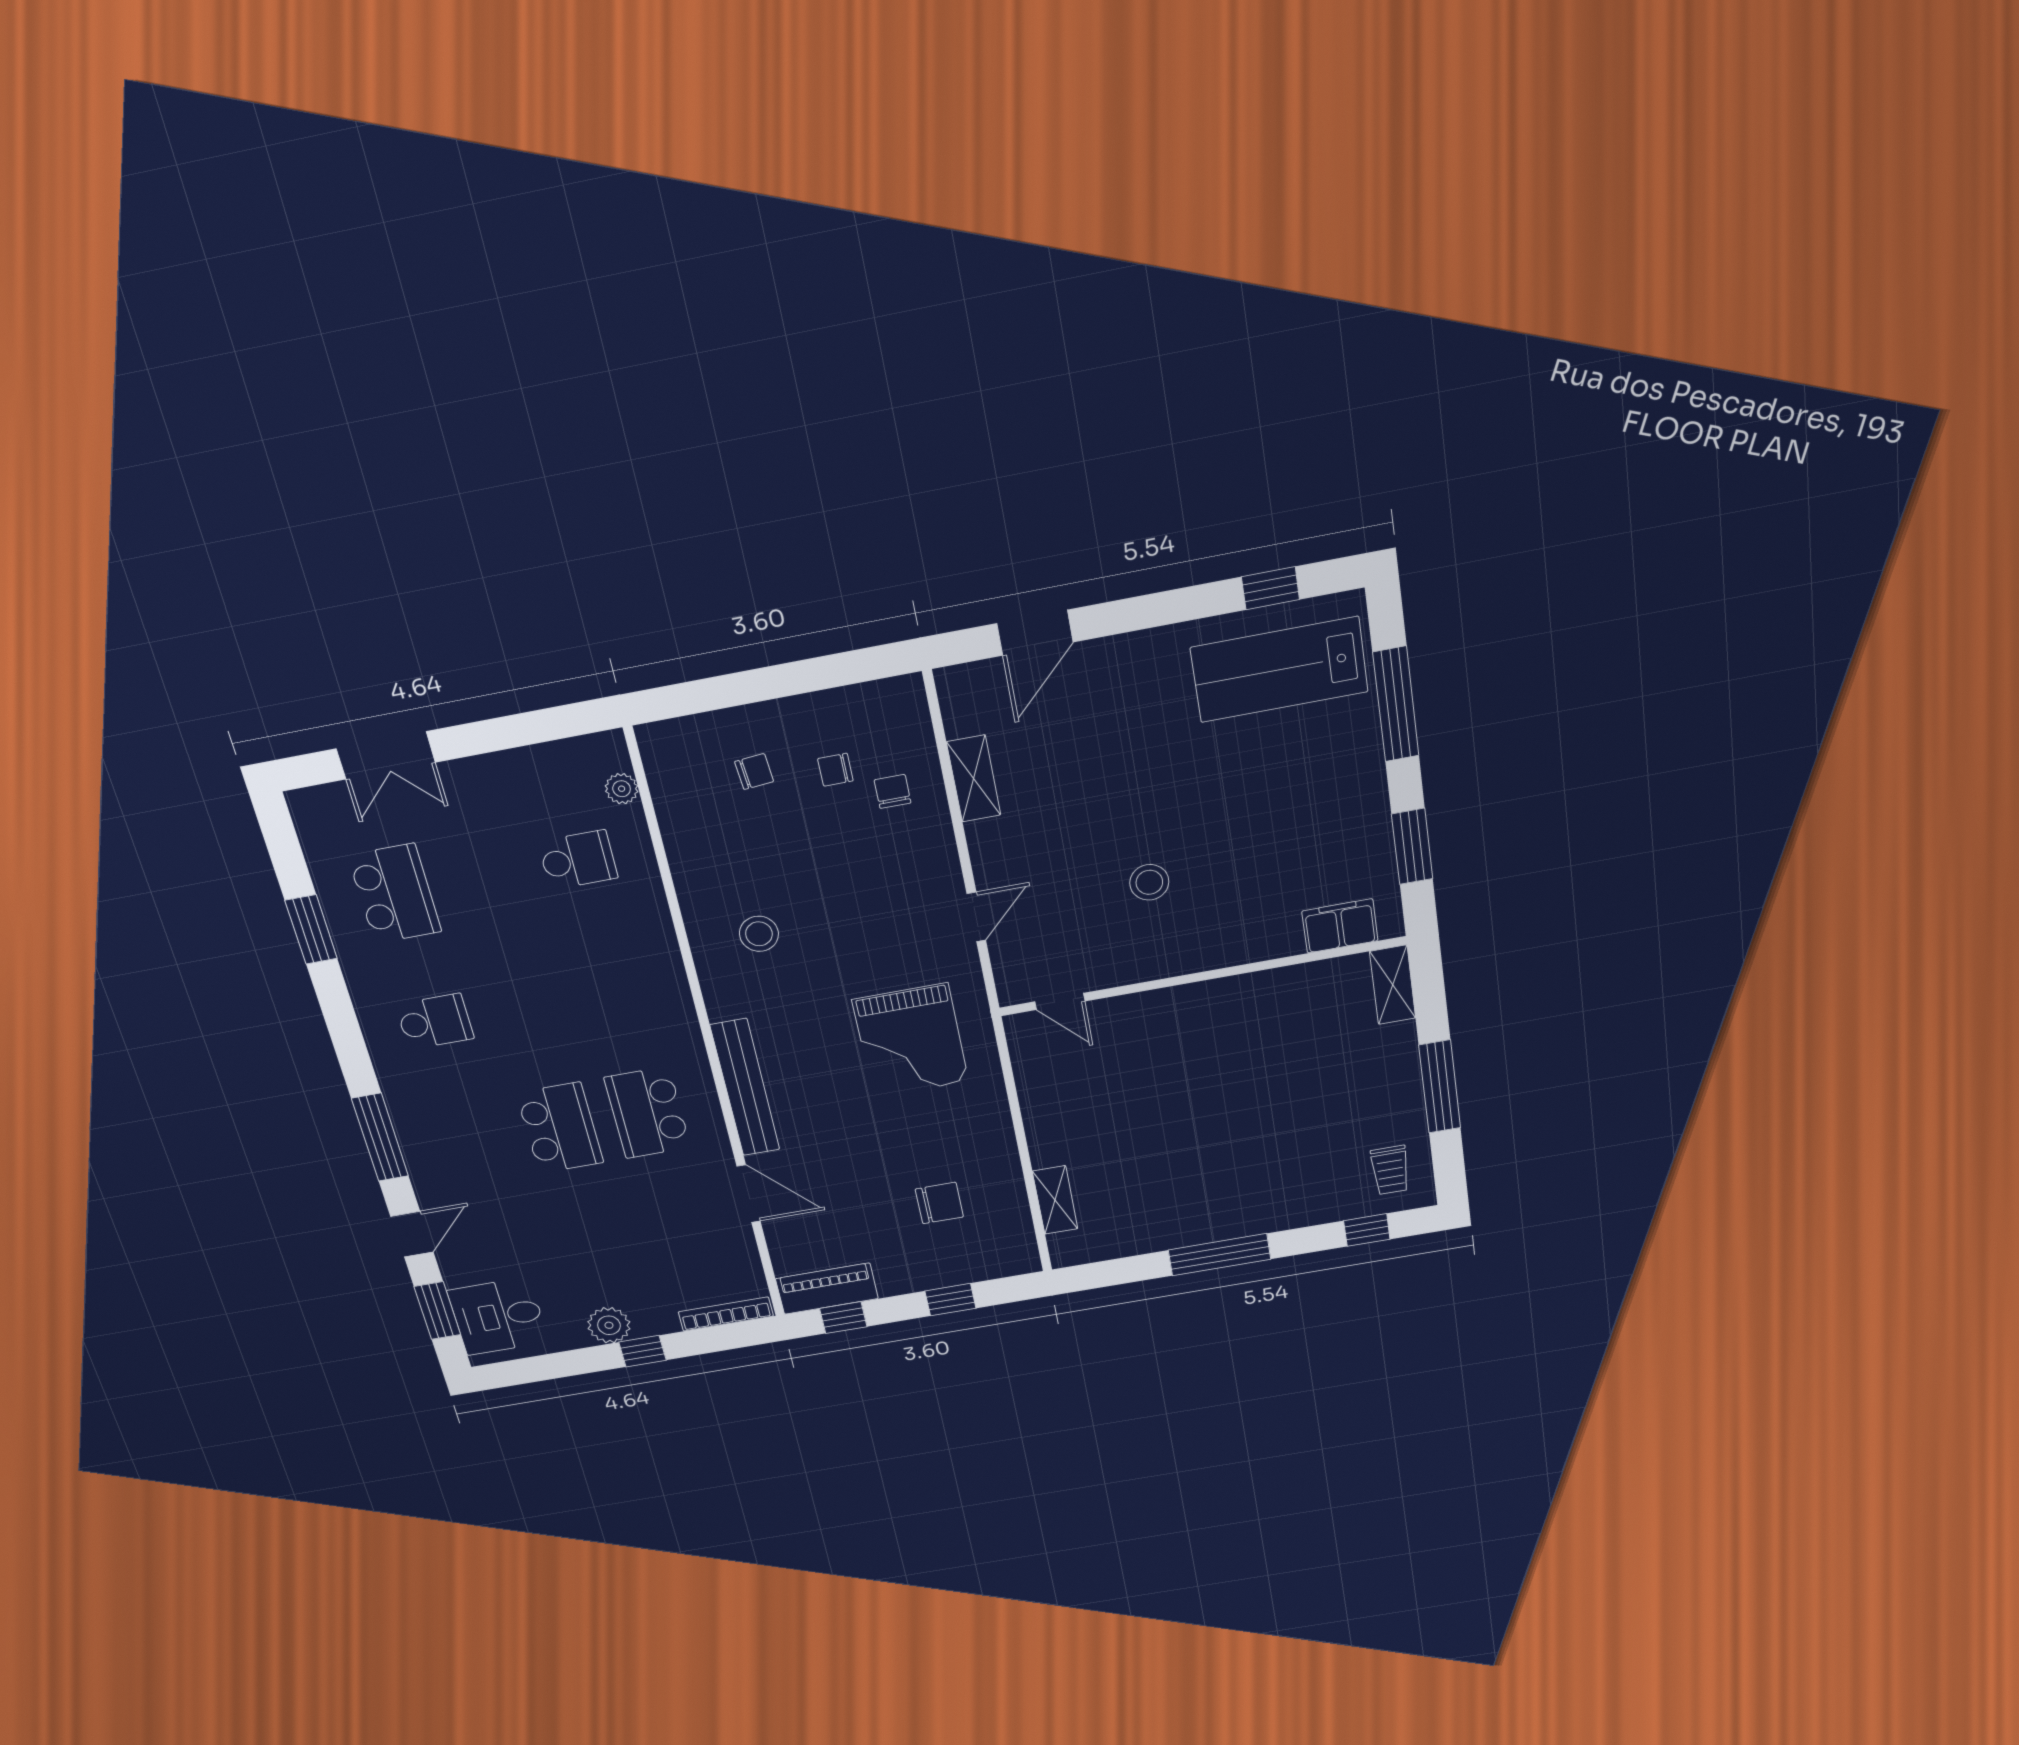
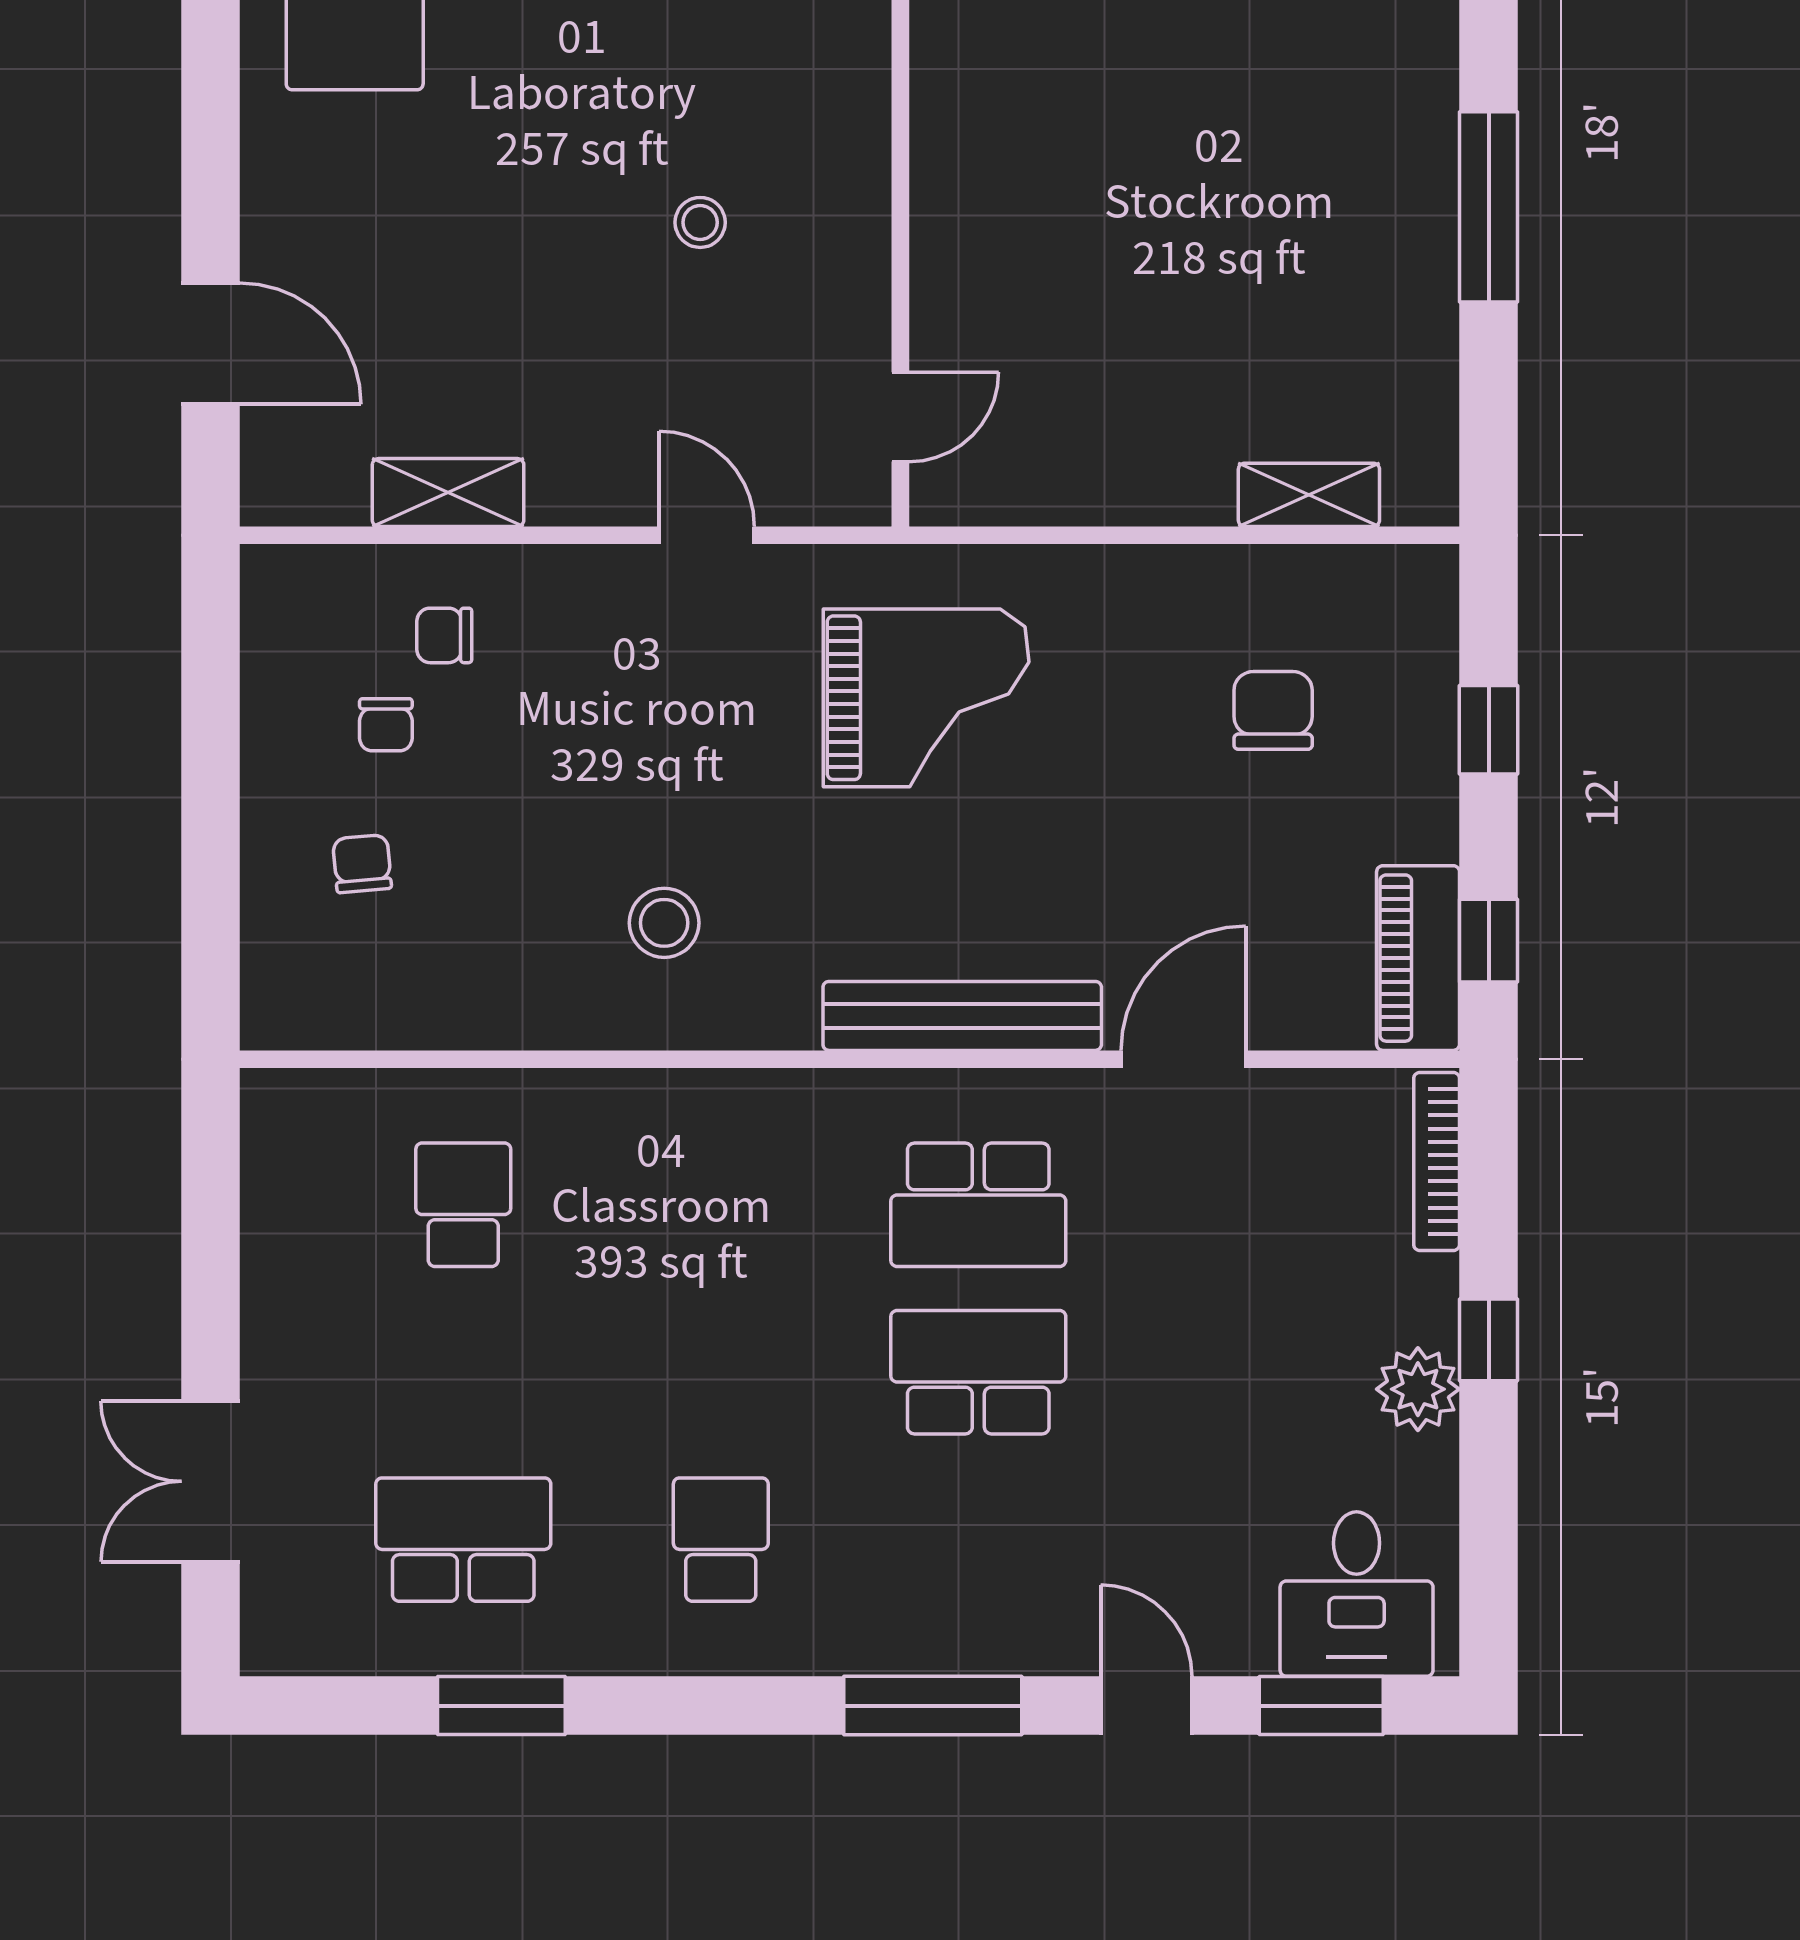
double door: (386, 755) -> (211, 1481), swing flipped
plant: (622, 789) -> (348, 1097), removed
stool: (1149, 882) -> (700, 222), width x0.73, depth x0.73

